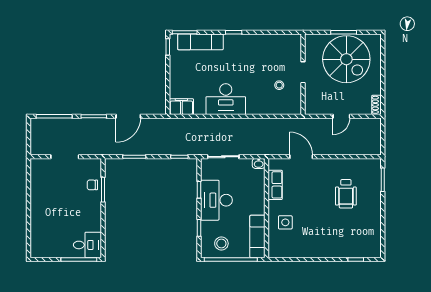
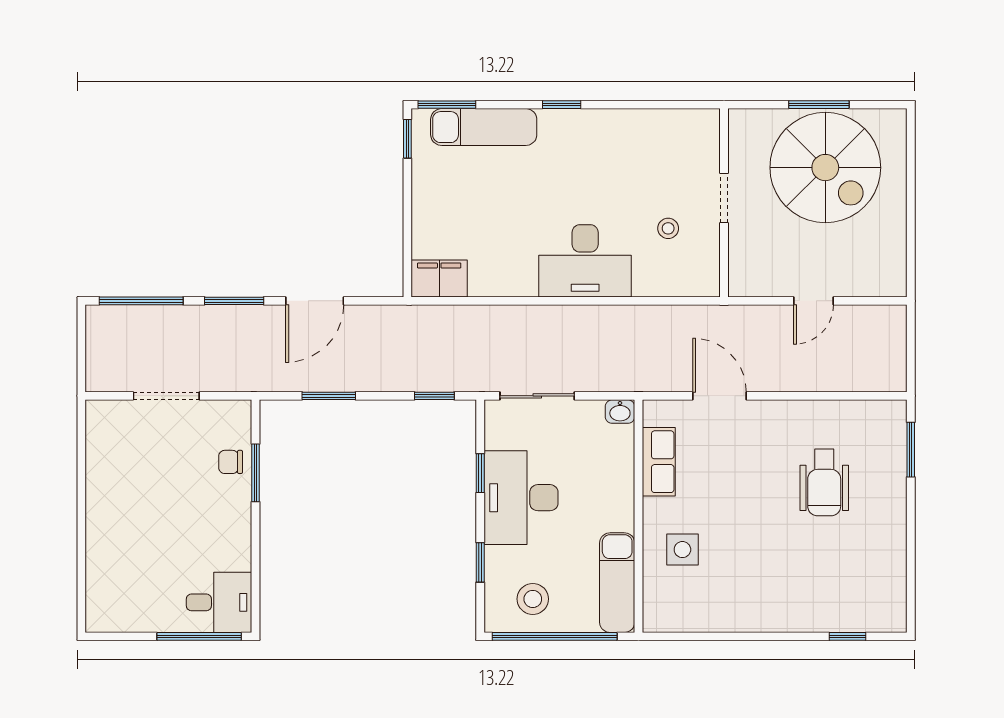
desk: (226, 99) -> (585, 261), moved
shoe rack: (377, 105) -> (896, 274), removed

